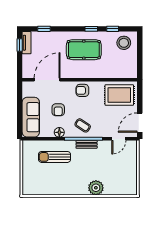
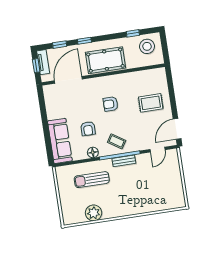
window: (91, 29) -> (84, 41), moved
door: (47, 80) -> (68, 80), moved
wall: (80, 80) -> (103, 75), moved
rug: (119, 95) -> (151, 103), width x0.73, depth x0.70
plant: (96, 188) -> (94, 213), moved

